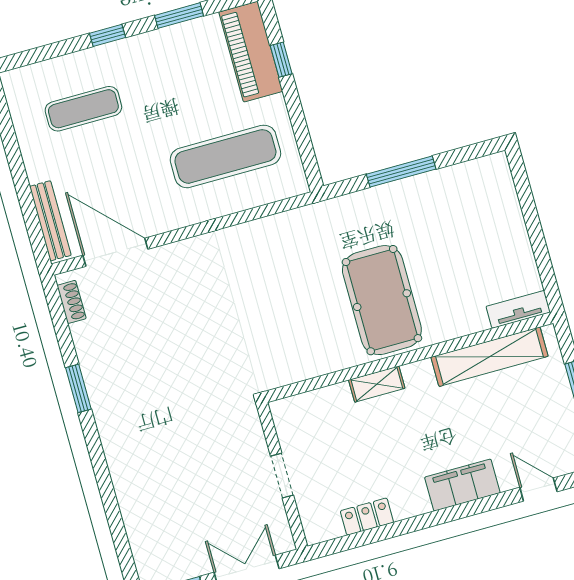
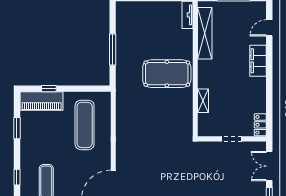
window: (108, 35) -> (17, 177), moved
shelving: (377, 384) -> (203, 101), moved
locker: (367, 517) -> (260, 125), moved

